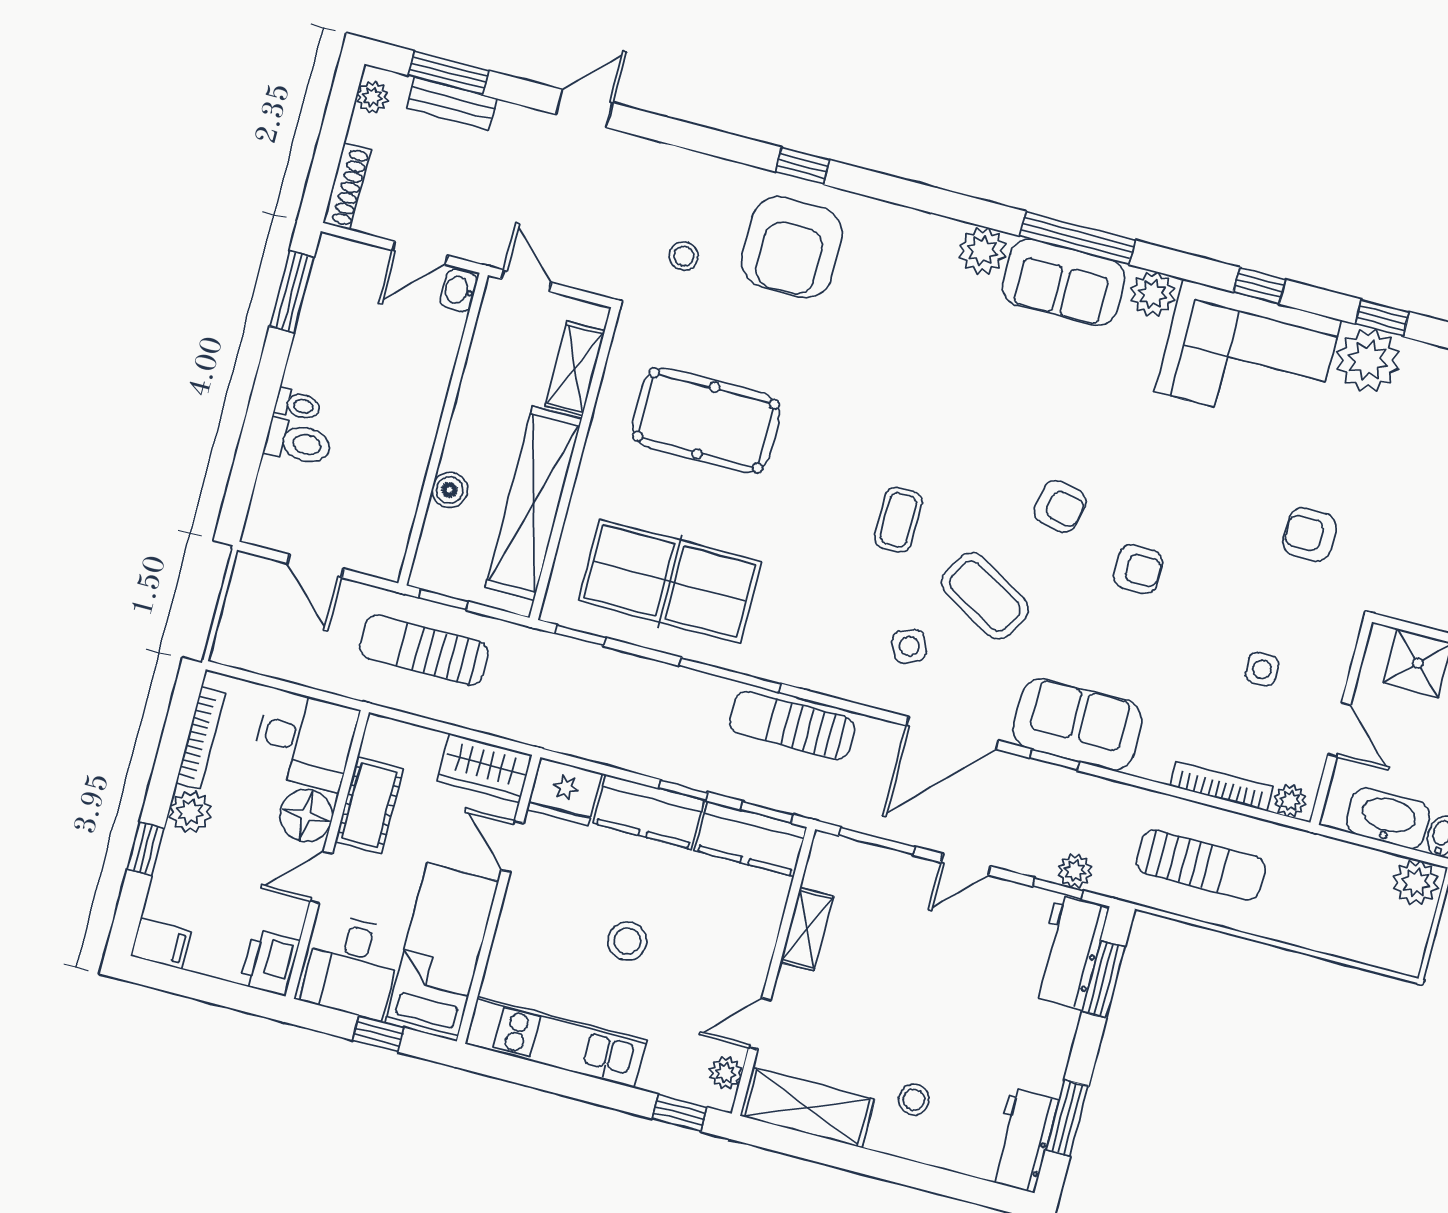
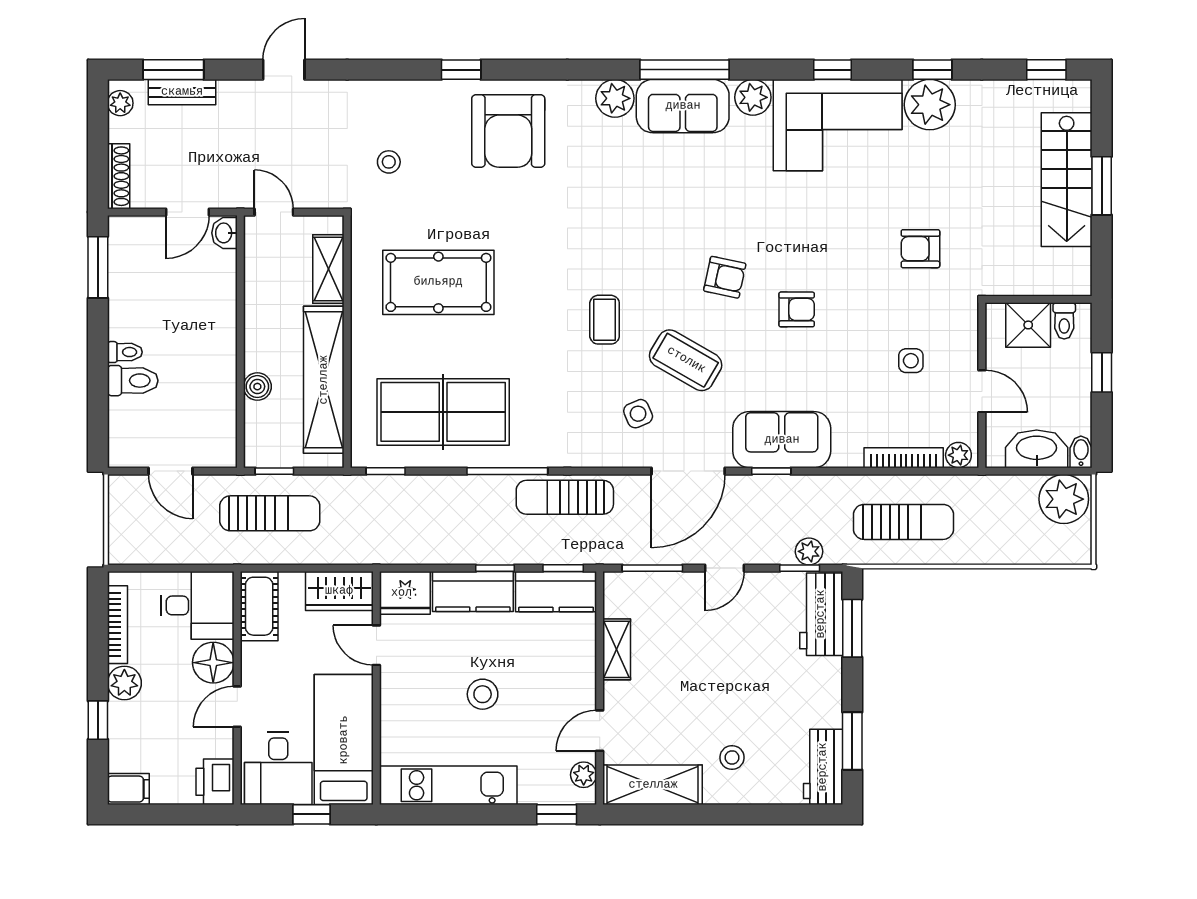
armchair: (792, 247) -> (508, 131), moved
sun lounger: (424, 650) -> (270, 513), turned 180
cot: (369, 805) -> (259, 606), moved
plant: (1416, 883) -> (1064, 499), width x1.36, depth x1.36

